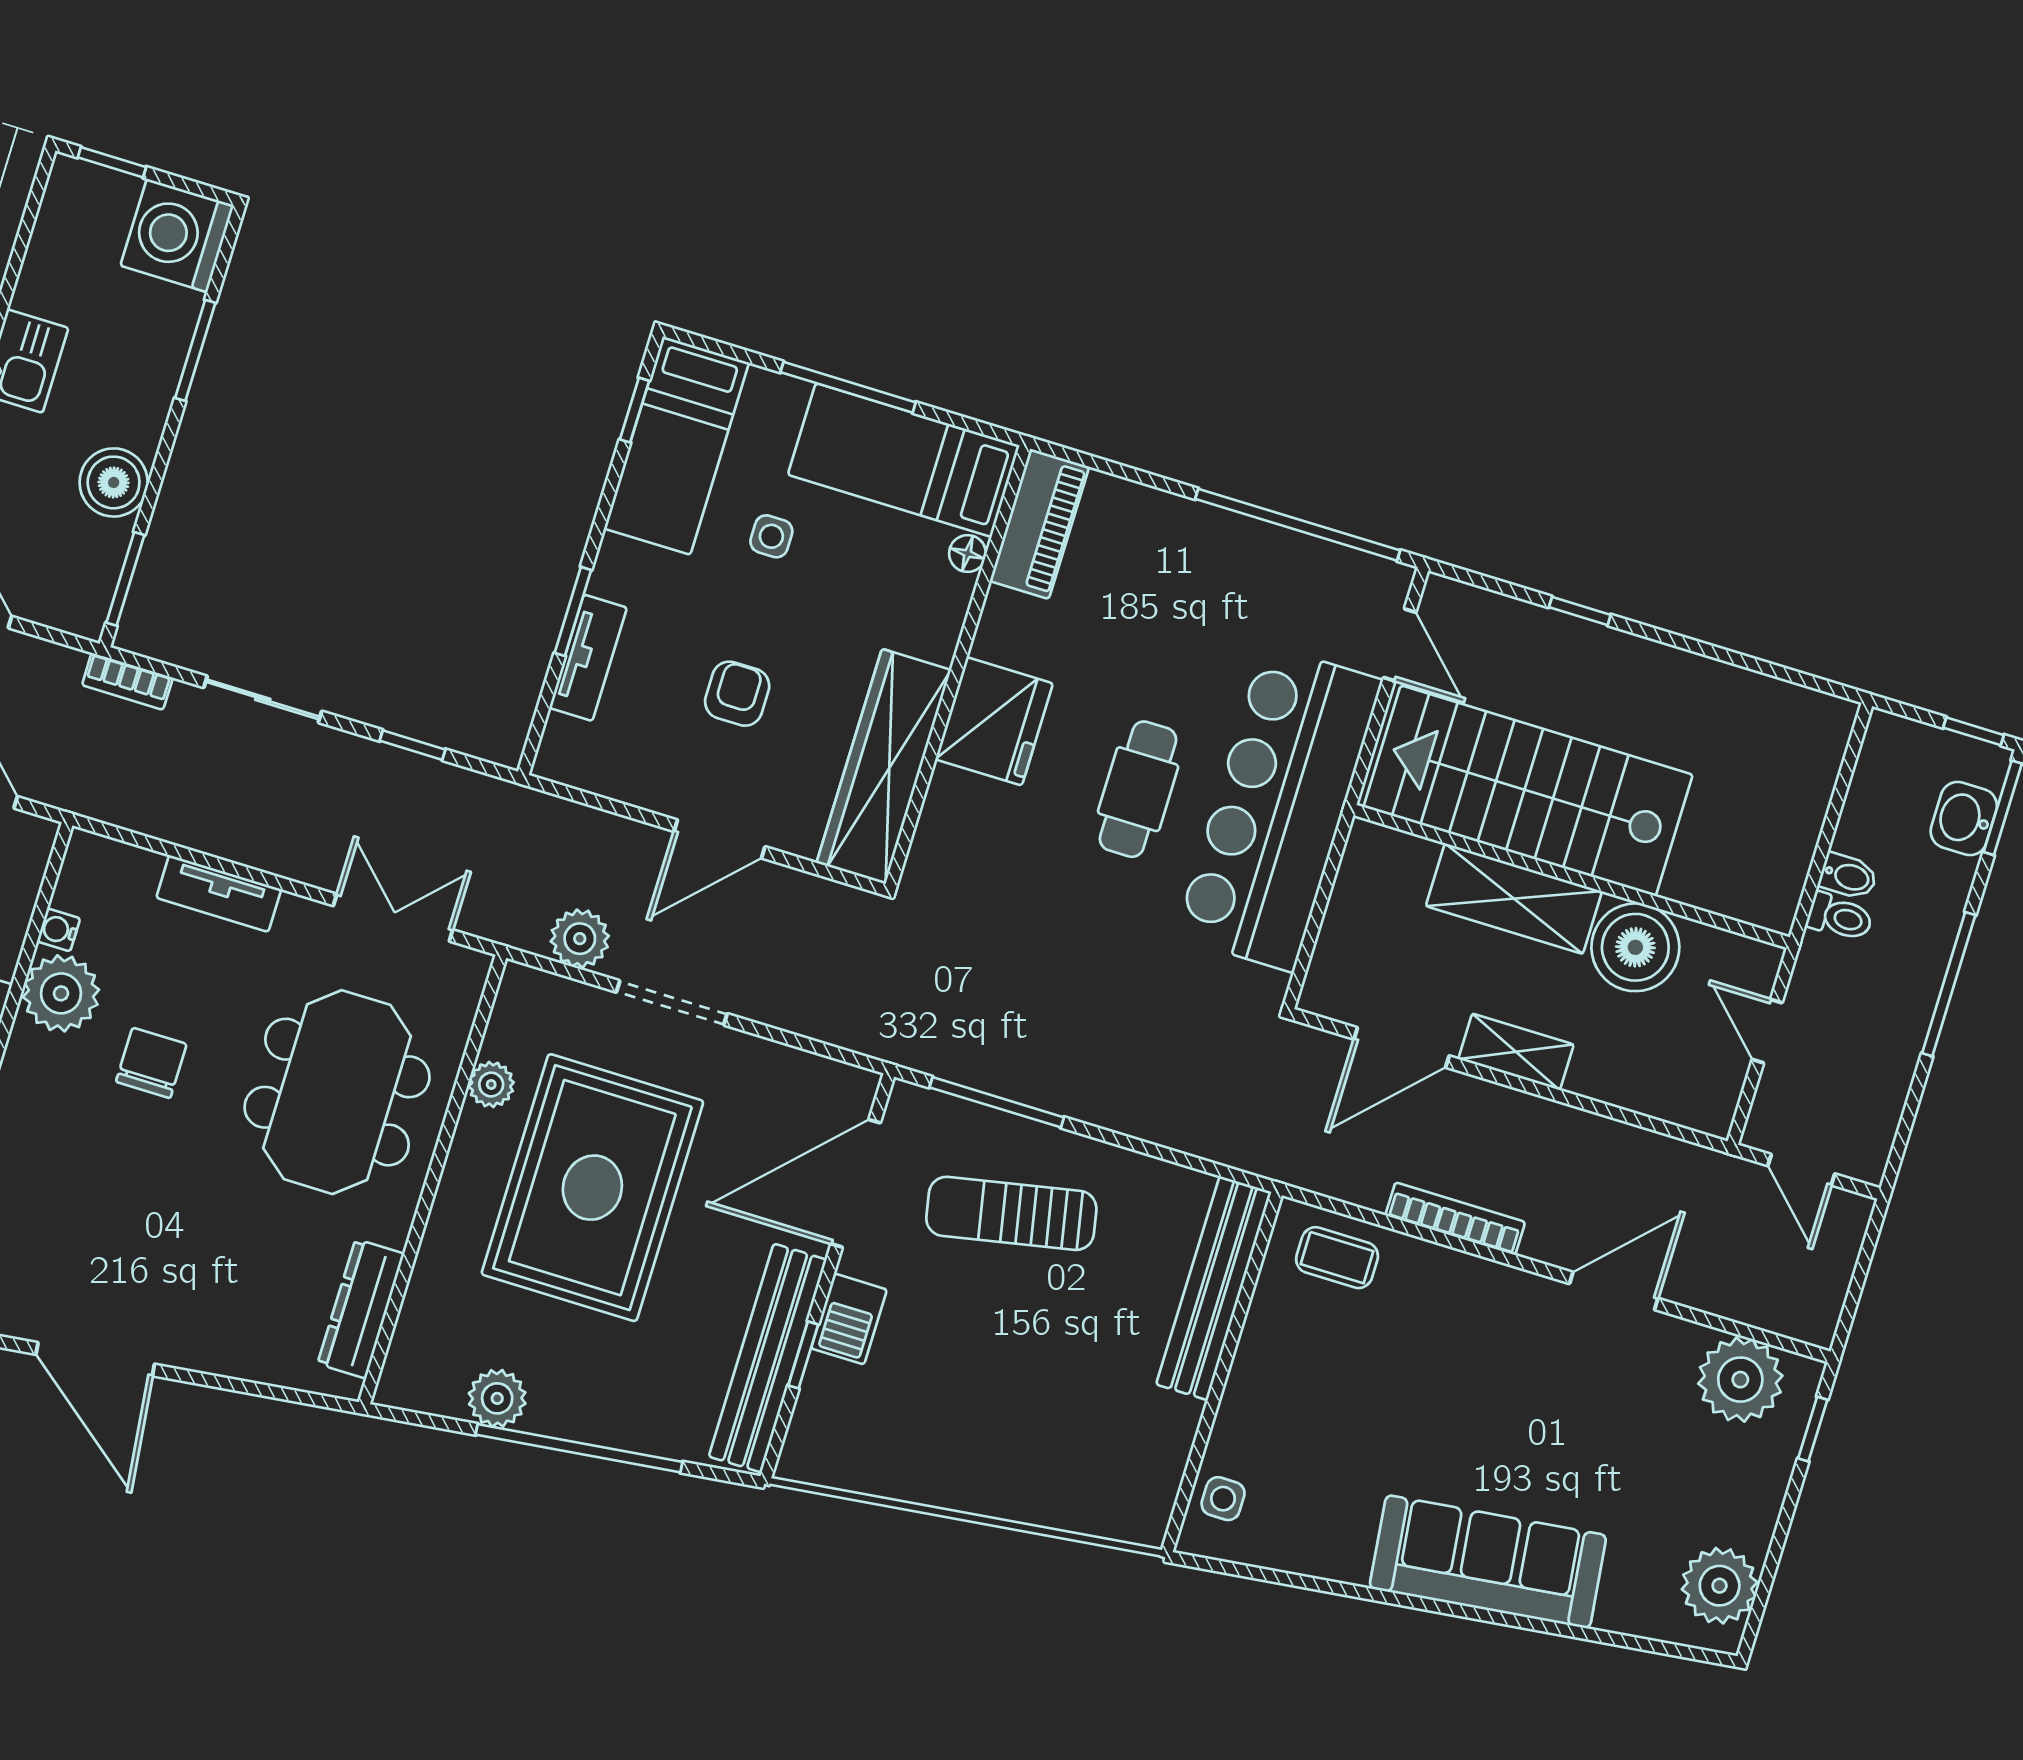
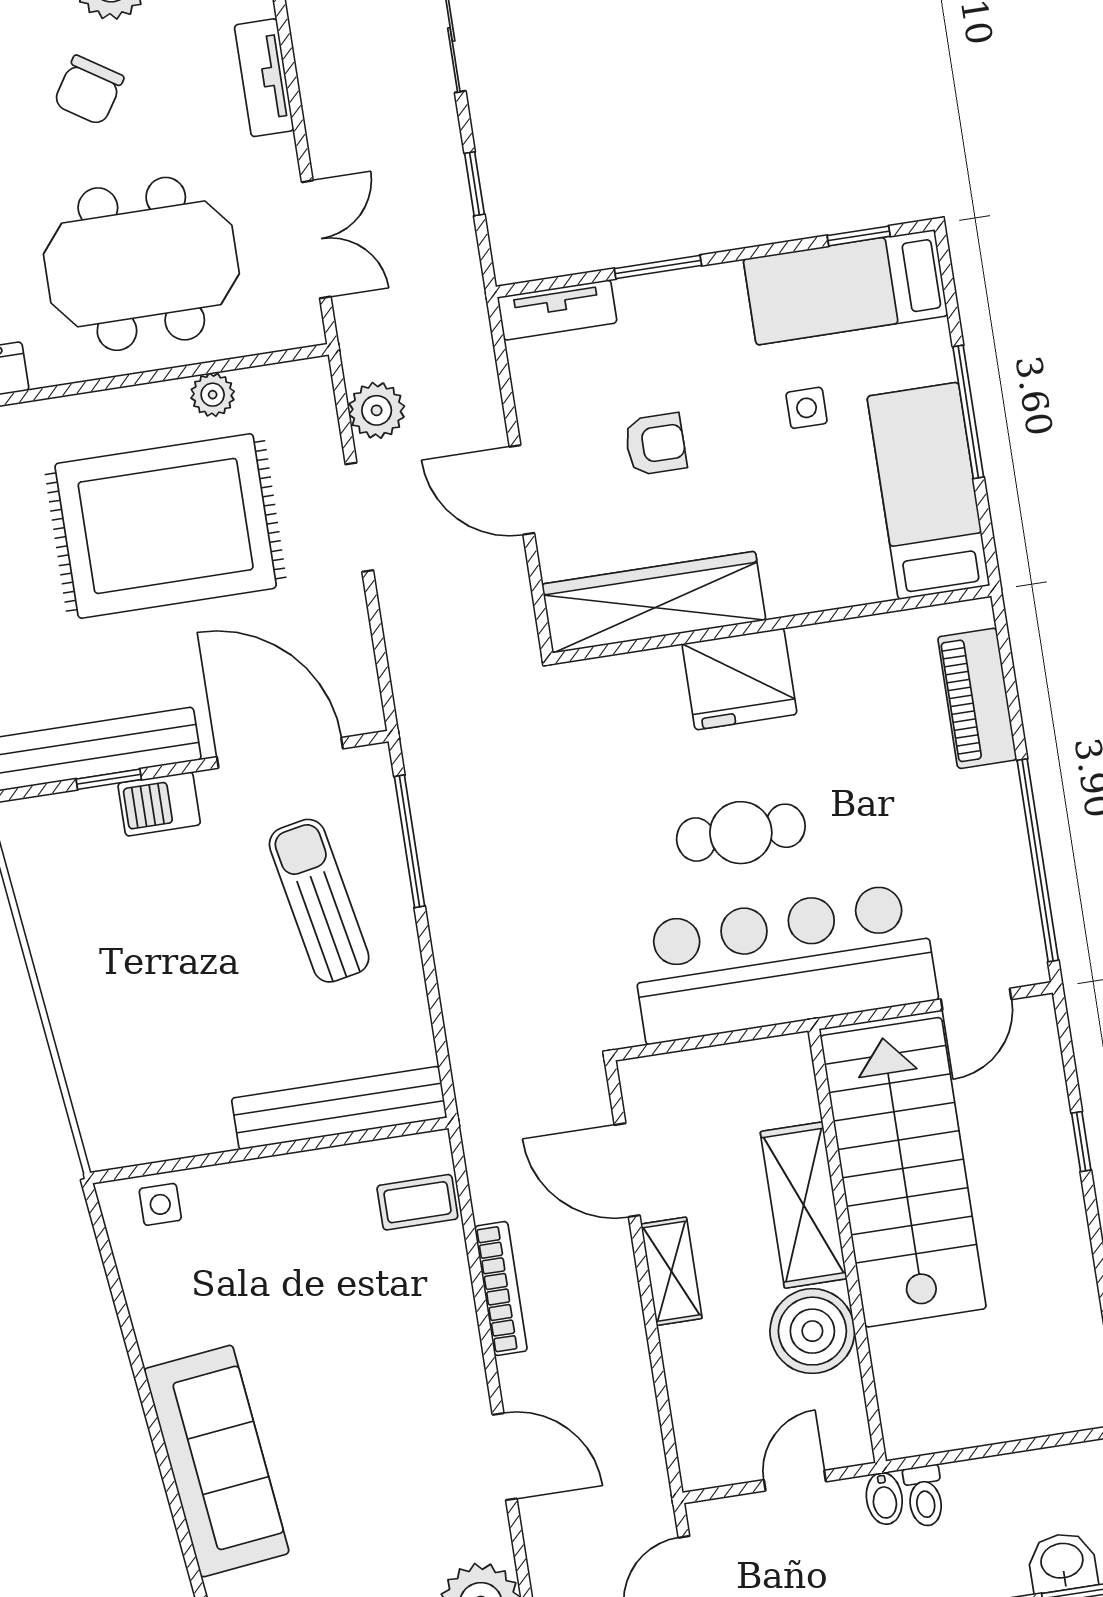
piano: (1039, 524) -> (977, 698), moved, turned 90
floor lamp: (968, 554) -> (874, 586), removed
tv unit: (588, 658) -> (557, 310), moved
bidet: (1848, 876) -> (884, 1498), moved
chair: (151, 1063) -> (89, 90), turned 123
coffee table: (1337, 1258) -> (417, 1202), turned 90

